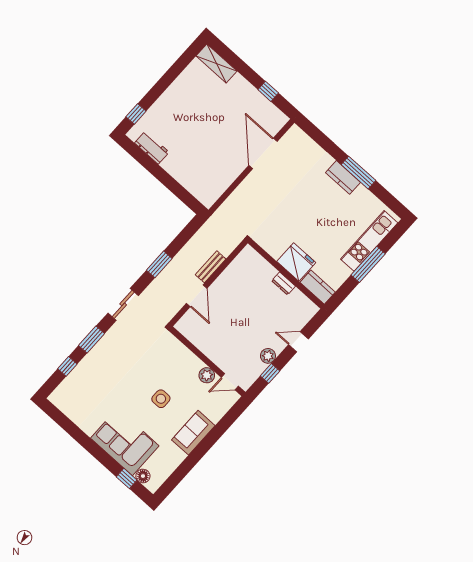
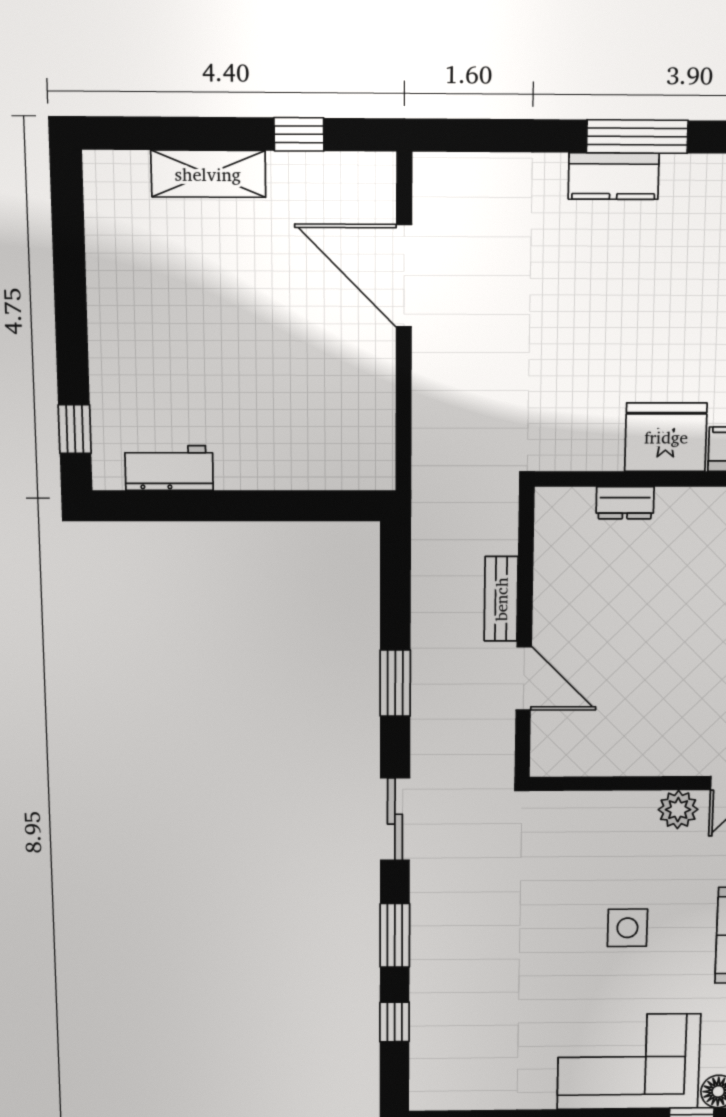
shelving: (217, 64) -> (208, 174), moved
dresser: (283, 283) -> (625, 503), moved

